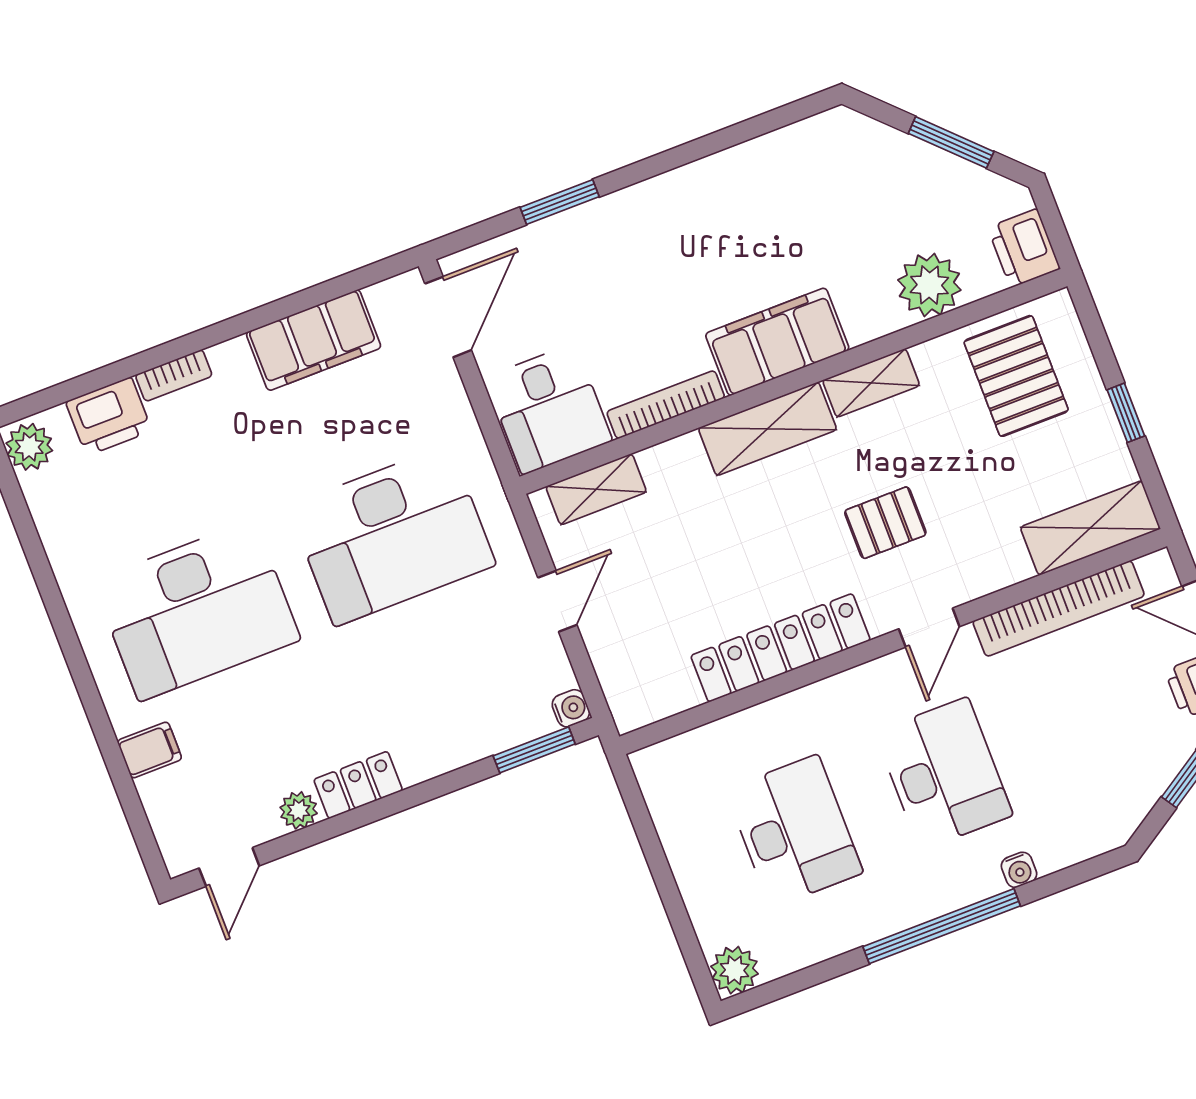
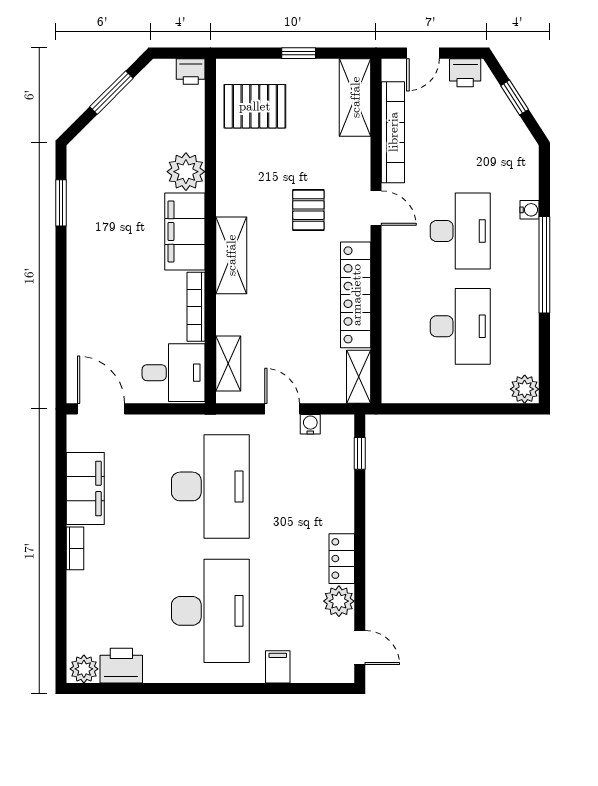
window: (560, 202) -> (61, 203), moved
printer: (1024, 248) -> (191, 72), width x0.73, depth x0.81
plant: (929, 285) -> (186, 172), moved
bookcase: (174, 375) -> (75, 548), moved
shelving: (871, 383) -> (359, 377), moved
printer: (109, 416) -> (121, 666), moved, turned -90
water cooler: (571, 708) -> (310, 424), moved
window: (534, 750) -> (360, 453), width x0.67
desk: (944, 774) -> (460, 231), turned 90
plant: (299, 810) -> (339, 601), width x1.38, depth x1.38
desk: (794, 831) -> (460, 326), turned 90

